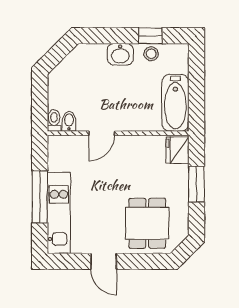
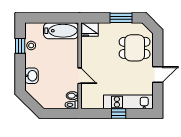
washbasin: (120, 54) -> (31, 76), moved
window: (196, 184) -> (121, 18), moved
window: (40, 197) -> (119, 114), width x0.46

